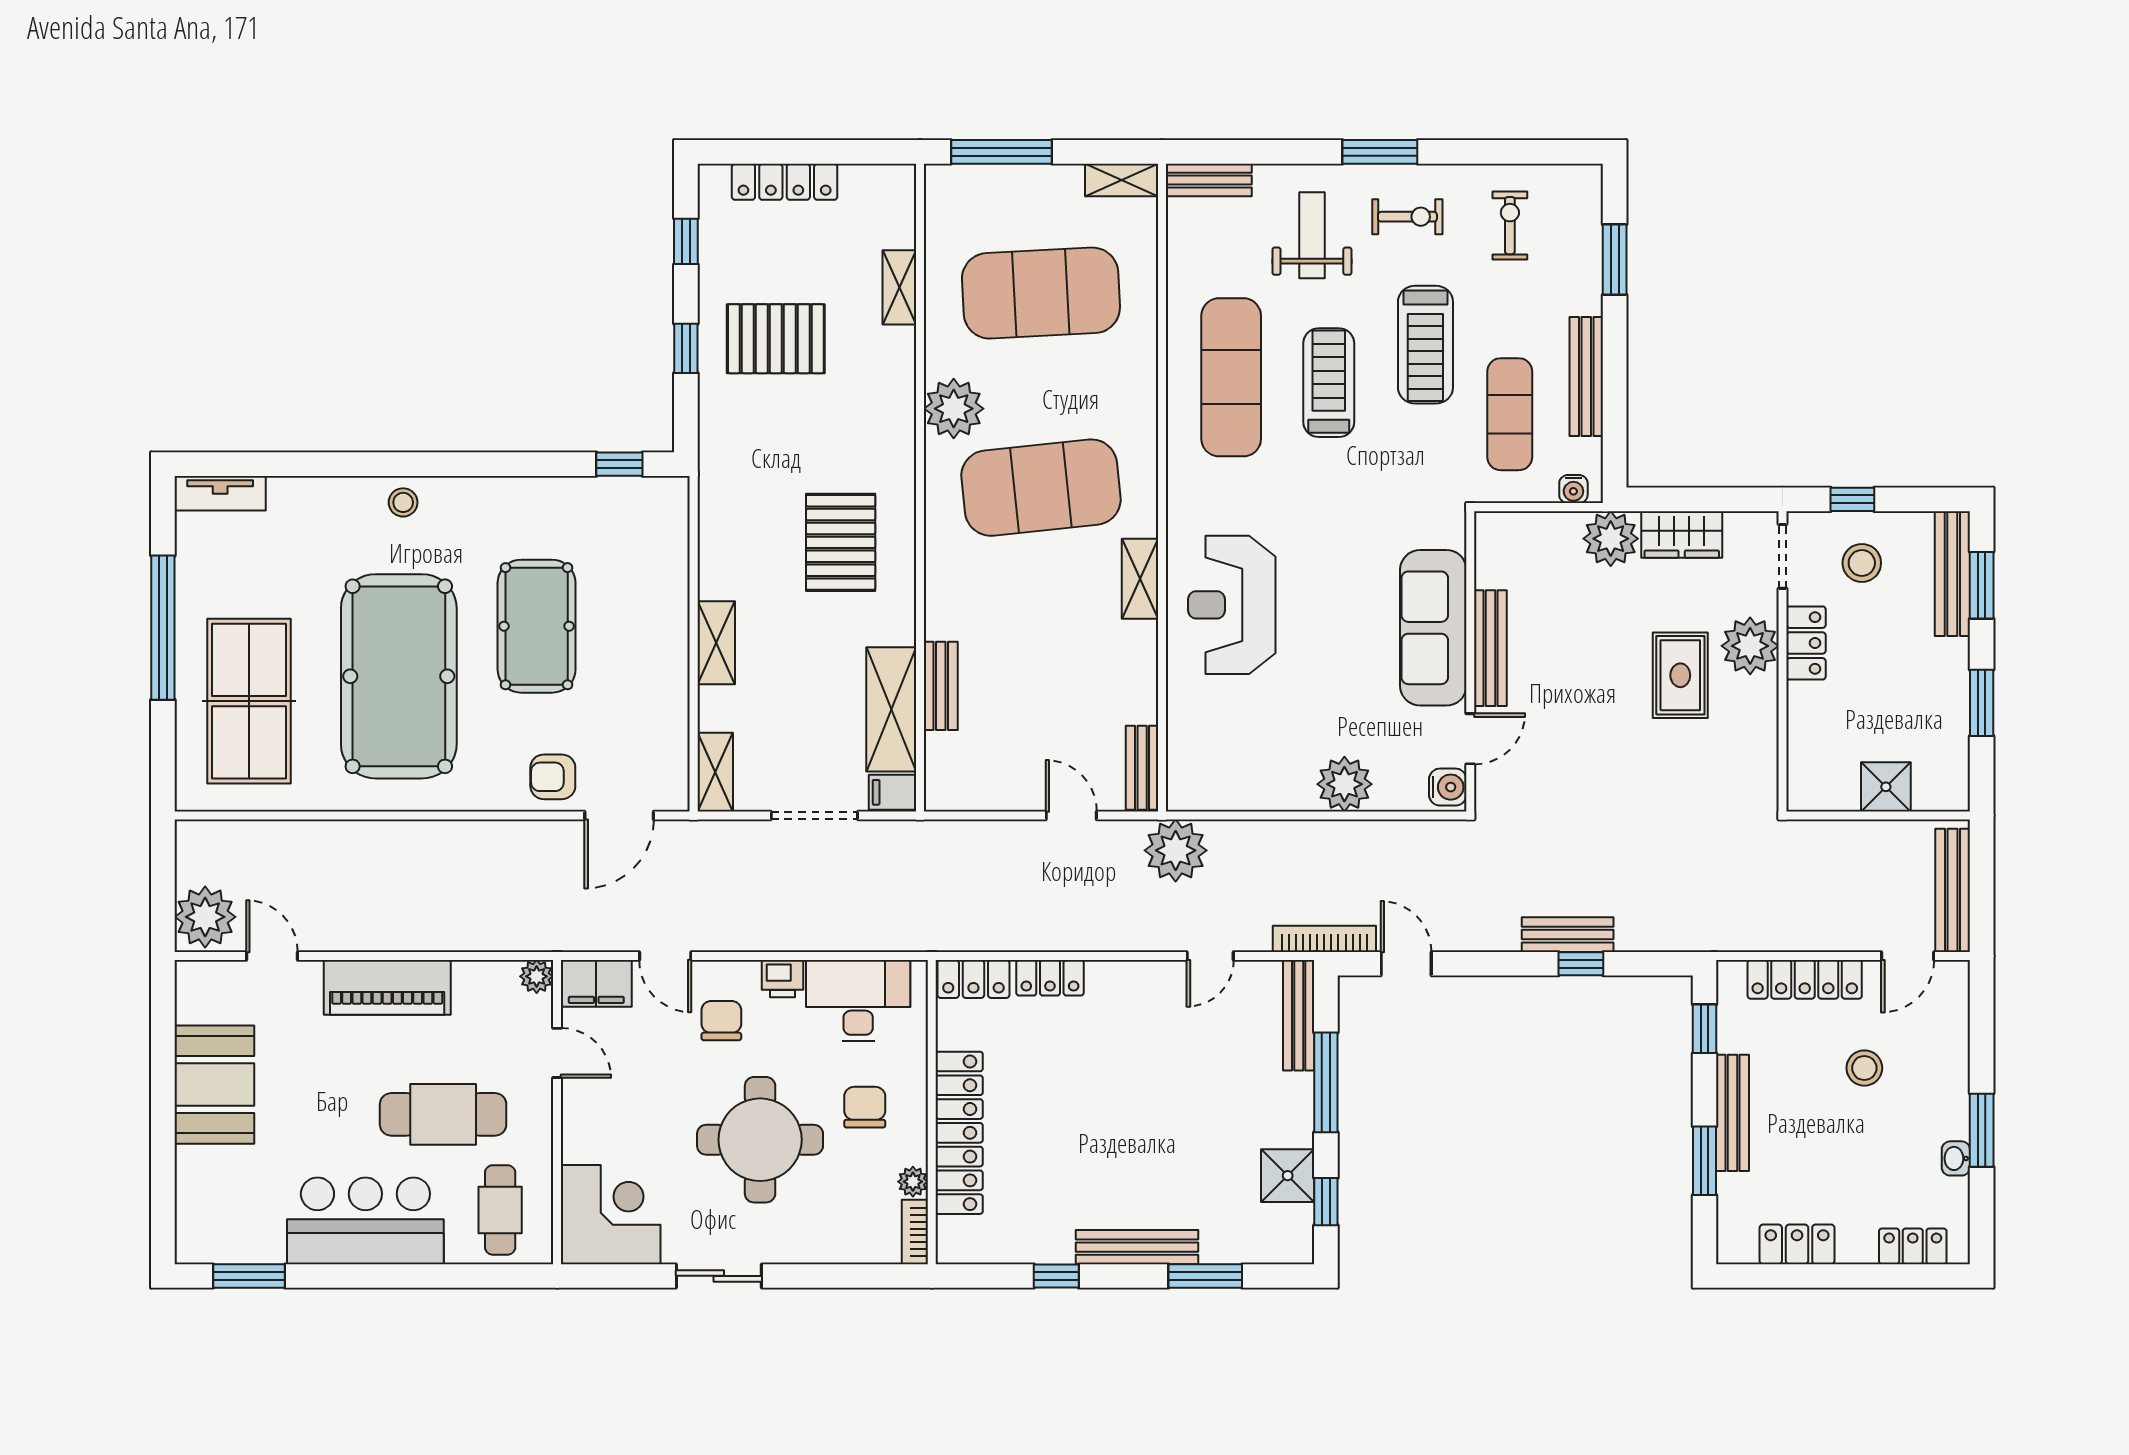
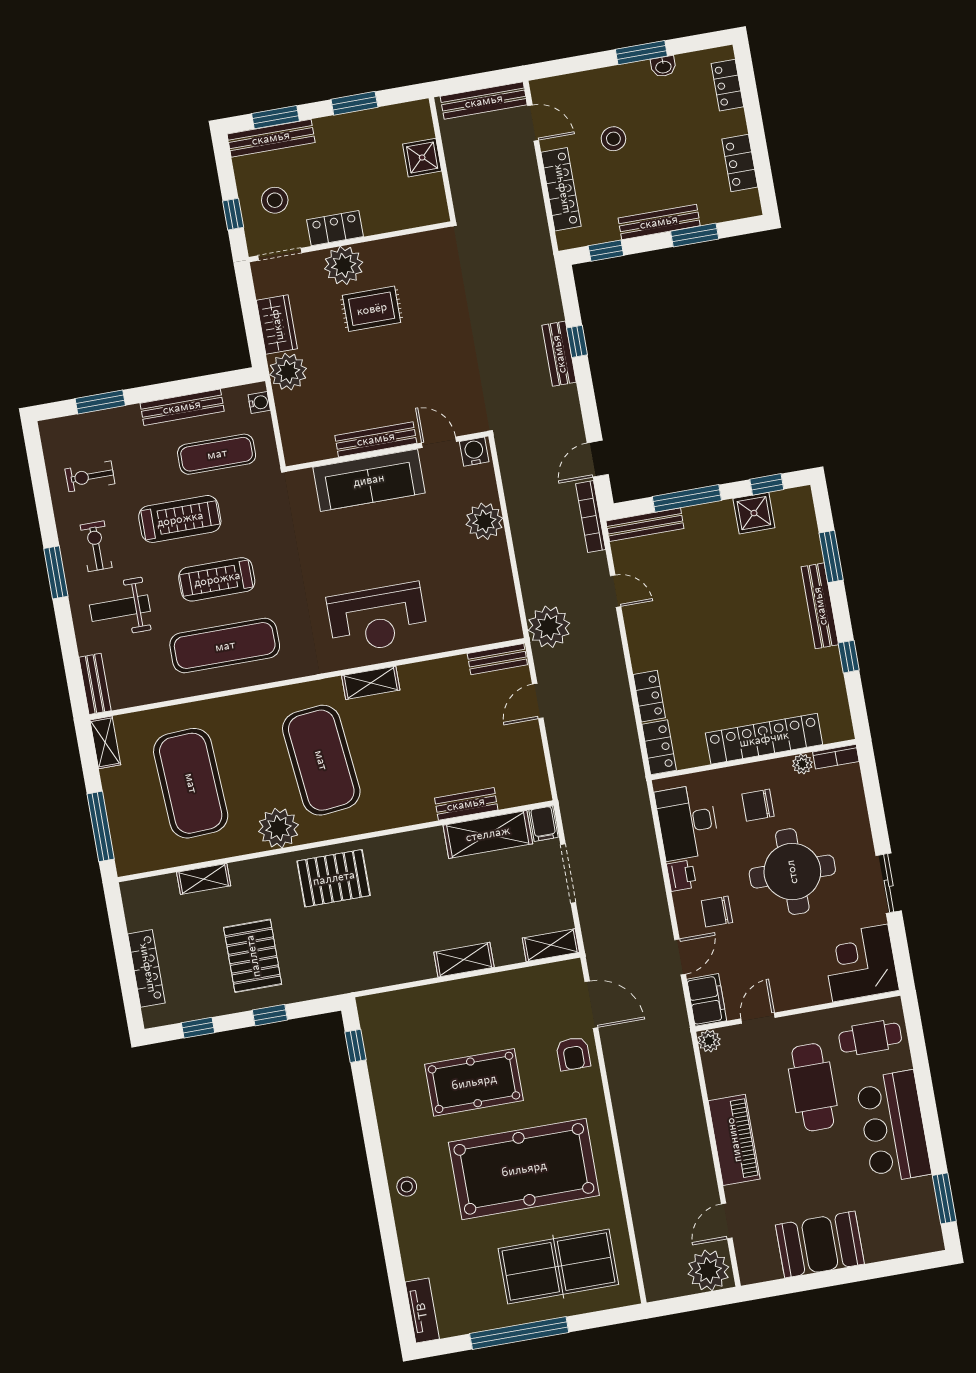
pallet: (841, 542) -> (334, 878), moved

